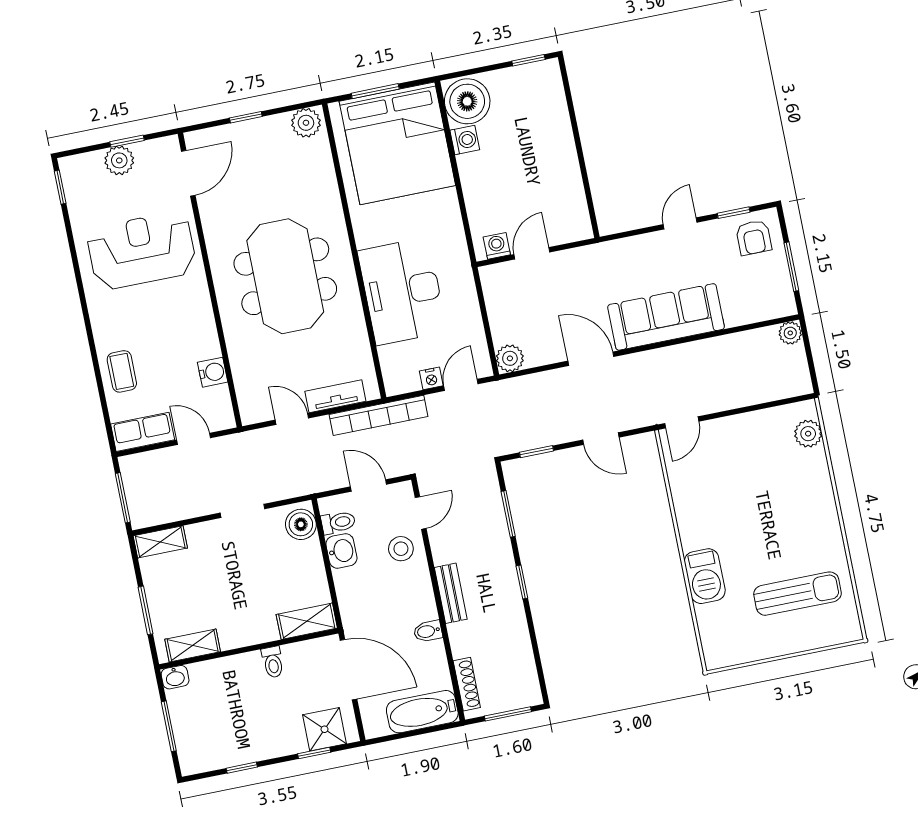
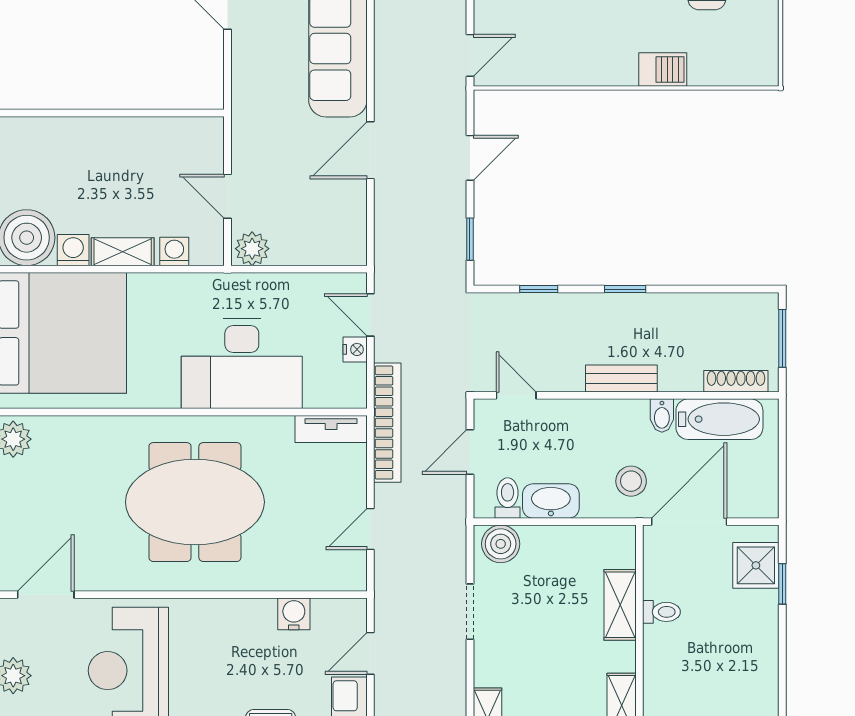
door: (188, 173) -> (46, 595), hinge flipped
shelving: (471, 179) -> (123, 252), added
washing machine: (497, 246) -> (174, 251), moved, turned 90
plant: (510, 358) -> (252, 249), moved
tv unit: (335, 396) -> (331, 429), moved, turned -90
door: (682, 422) -> (470, 55), hinge flipped
window: (508, 514) -> (539, 289), width x0.67
stool: (401, 549) -> (631, 481), moved
washbasin: (341, 551) -> (551, 501), width x1.38
barbecue: (705, 576) -> (663, 69), width x0.73, depth x0.79
shelving: (307, 621) -> (620, 605), moved
bathtub: (422, 712) -> (719, 419), moved, turned -90
window: (242, 768) -> (782, 676), removed

